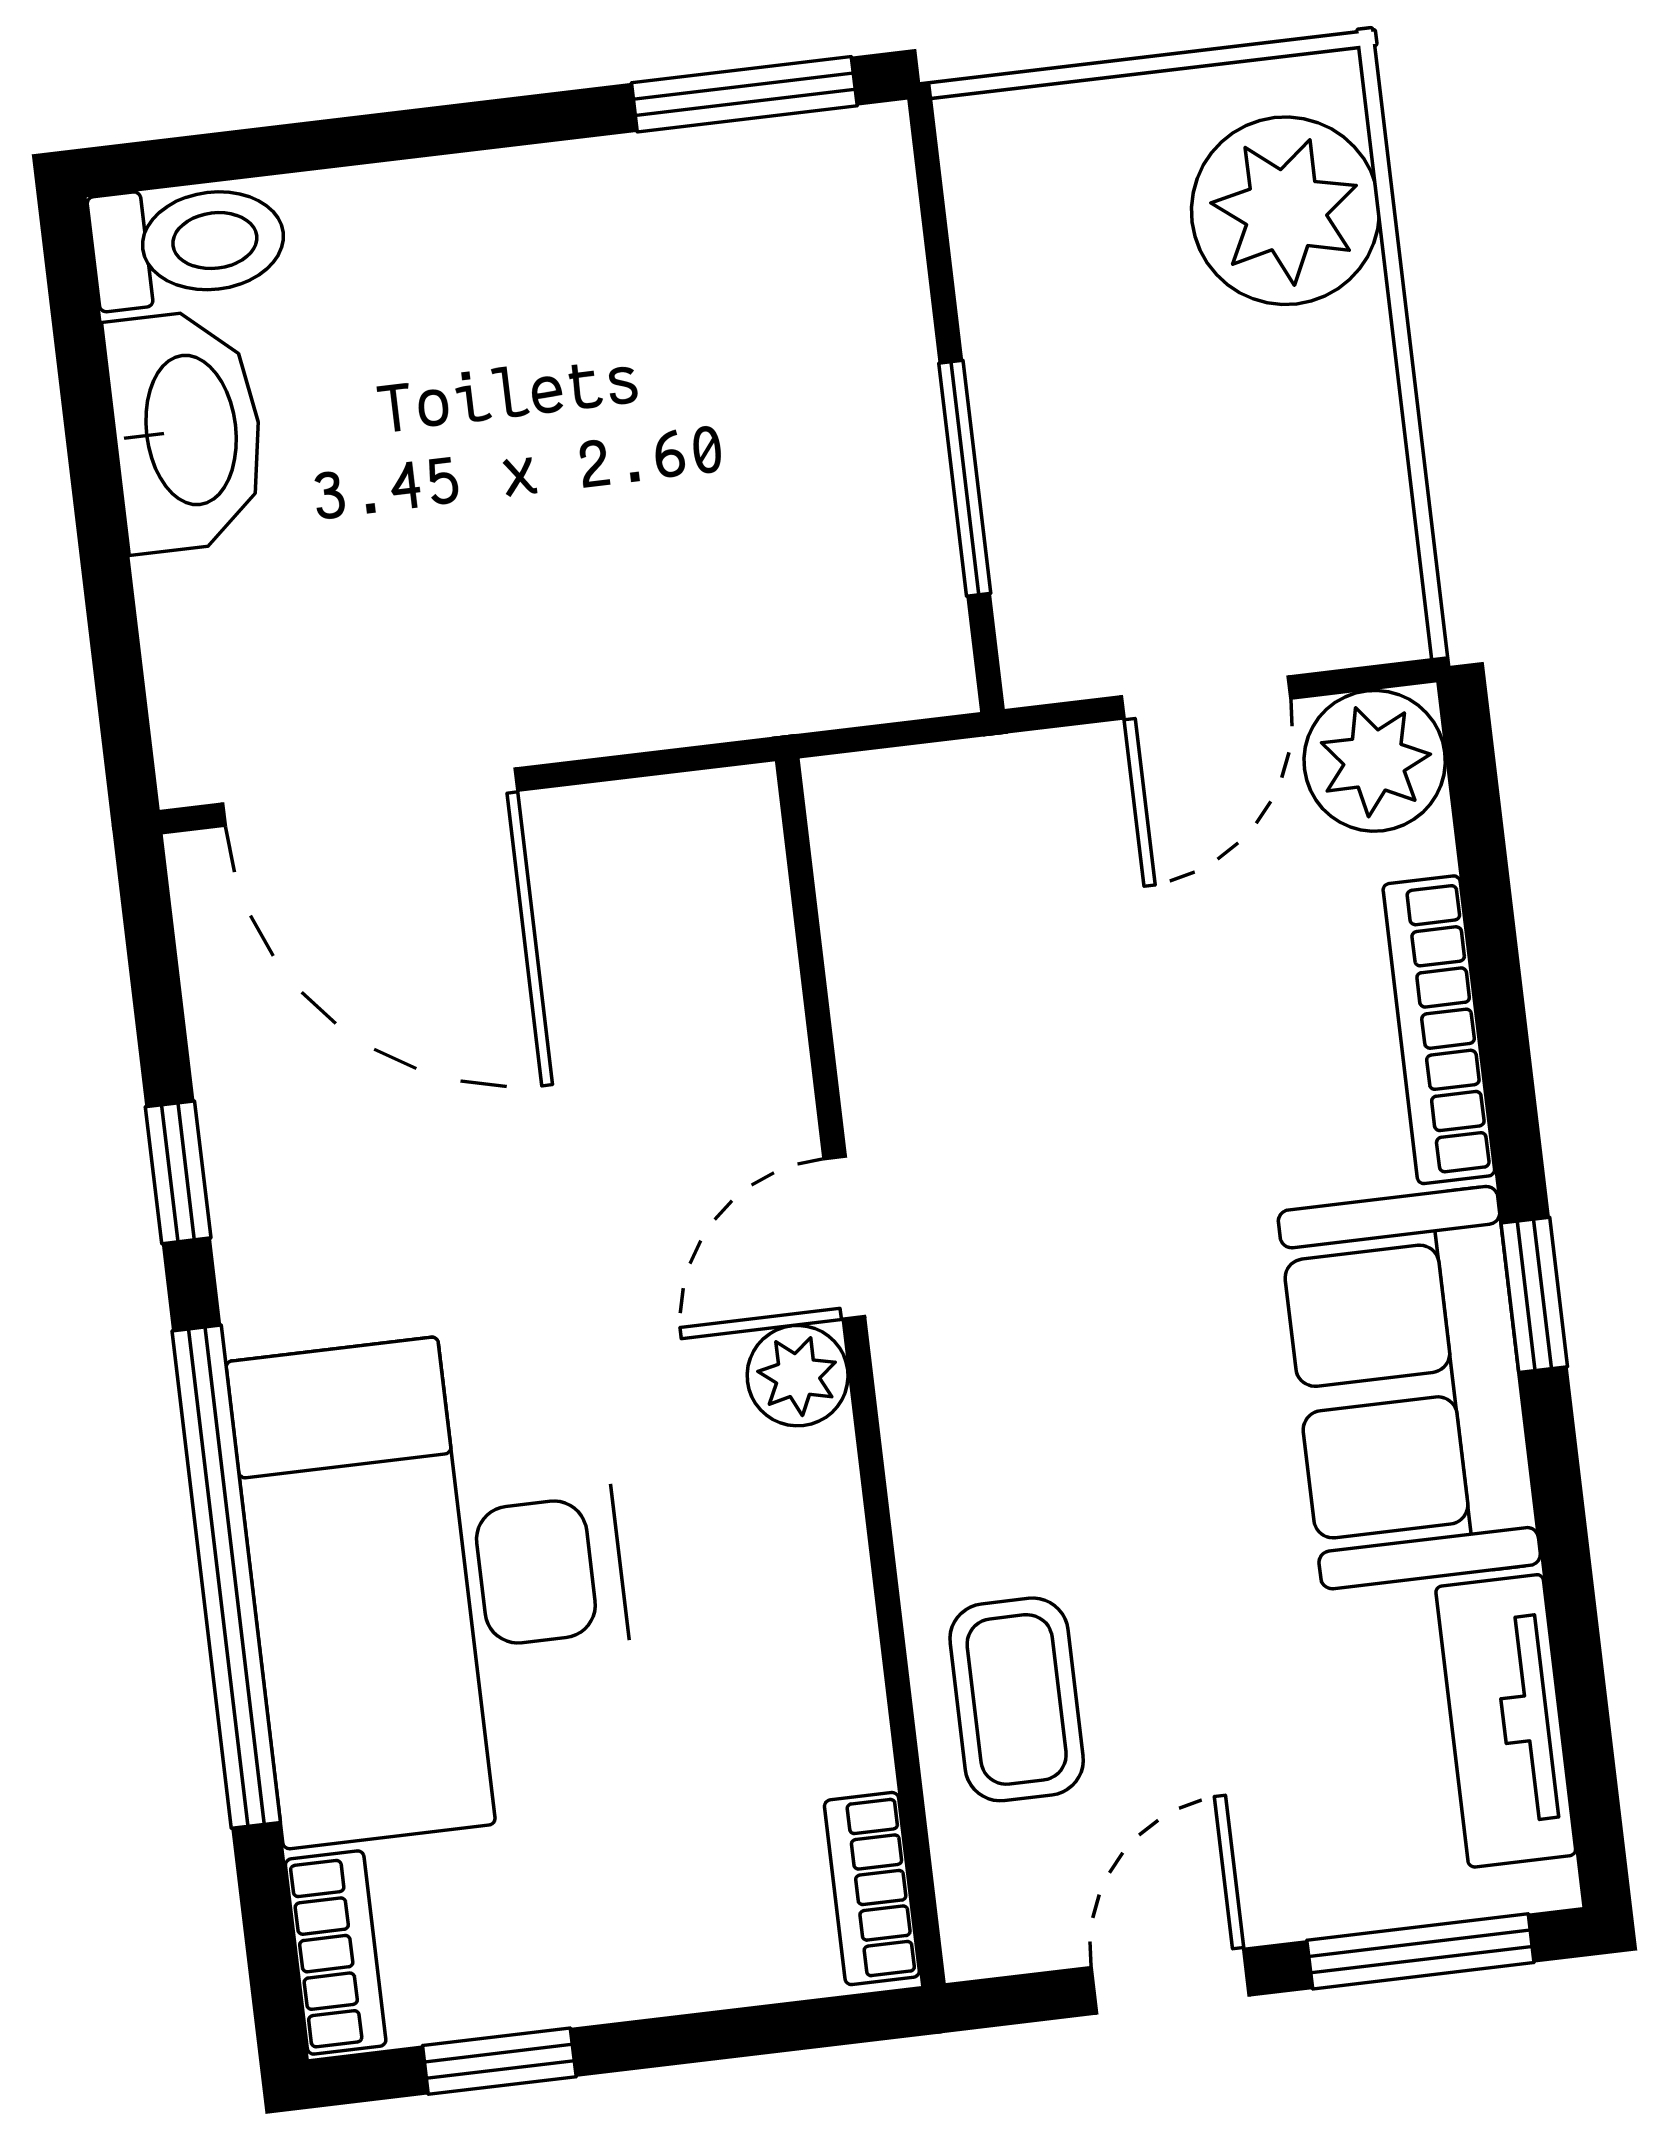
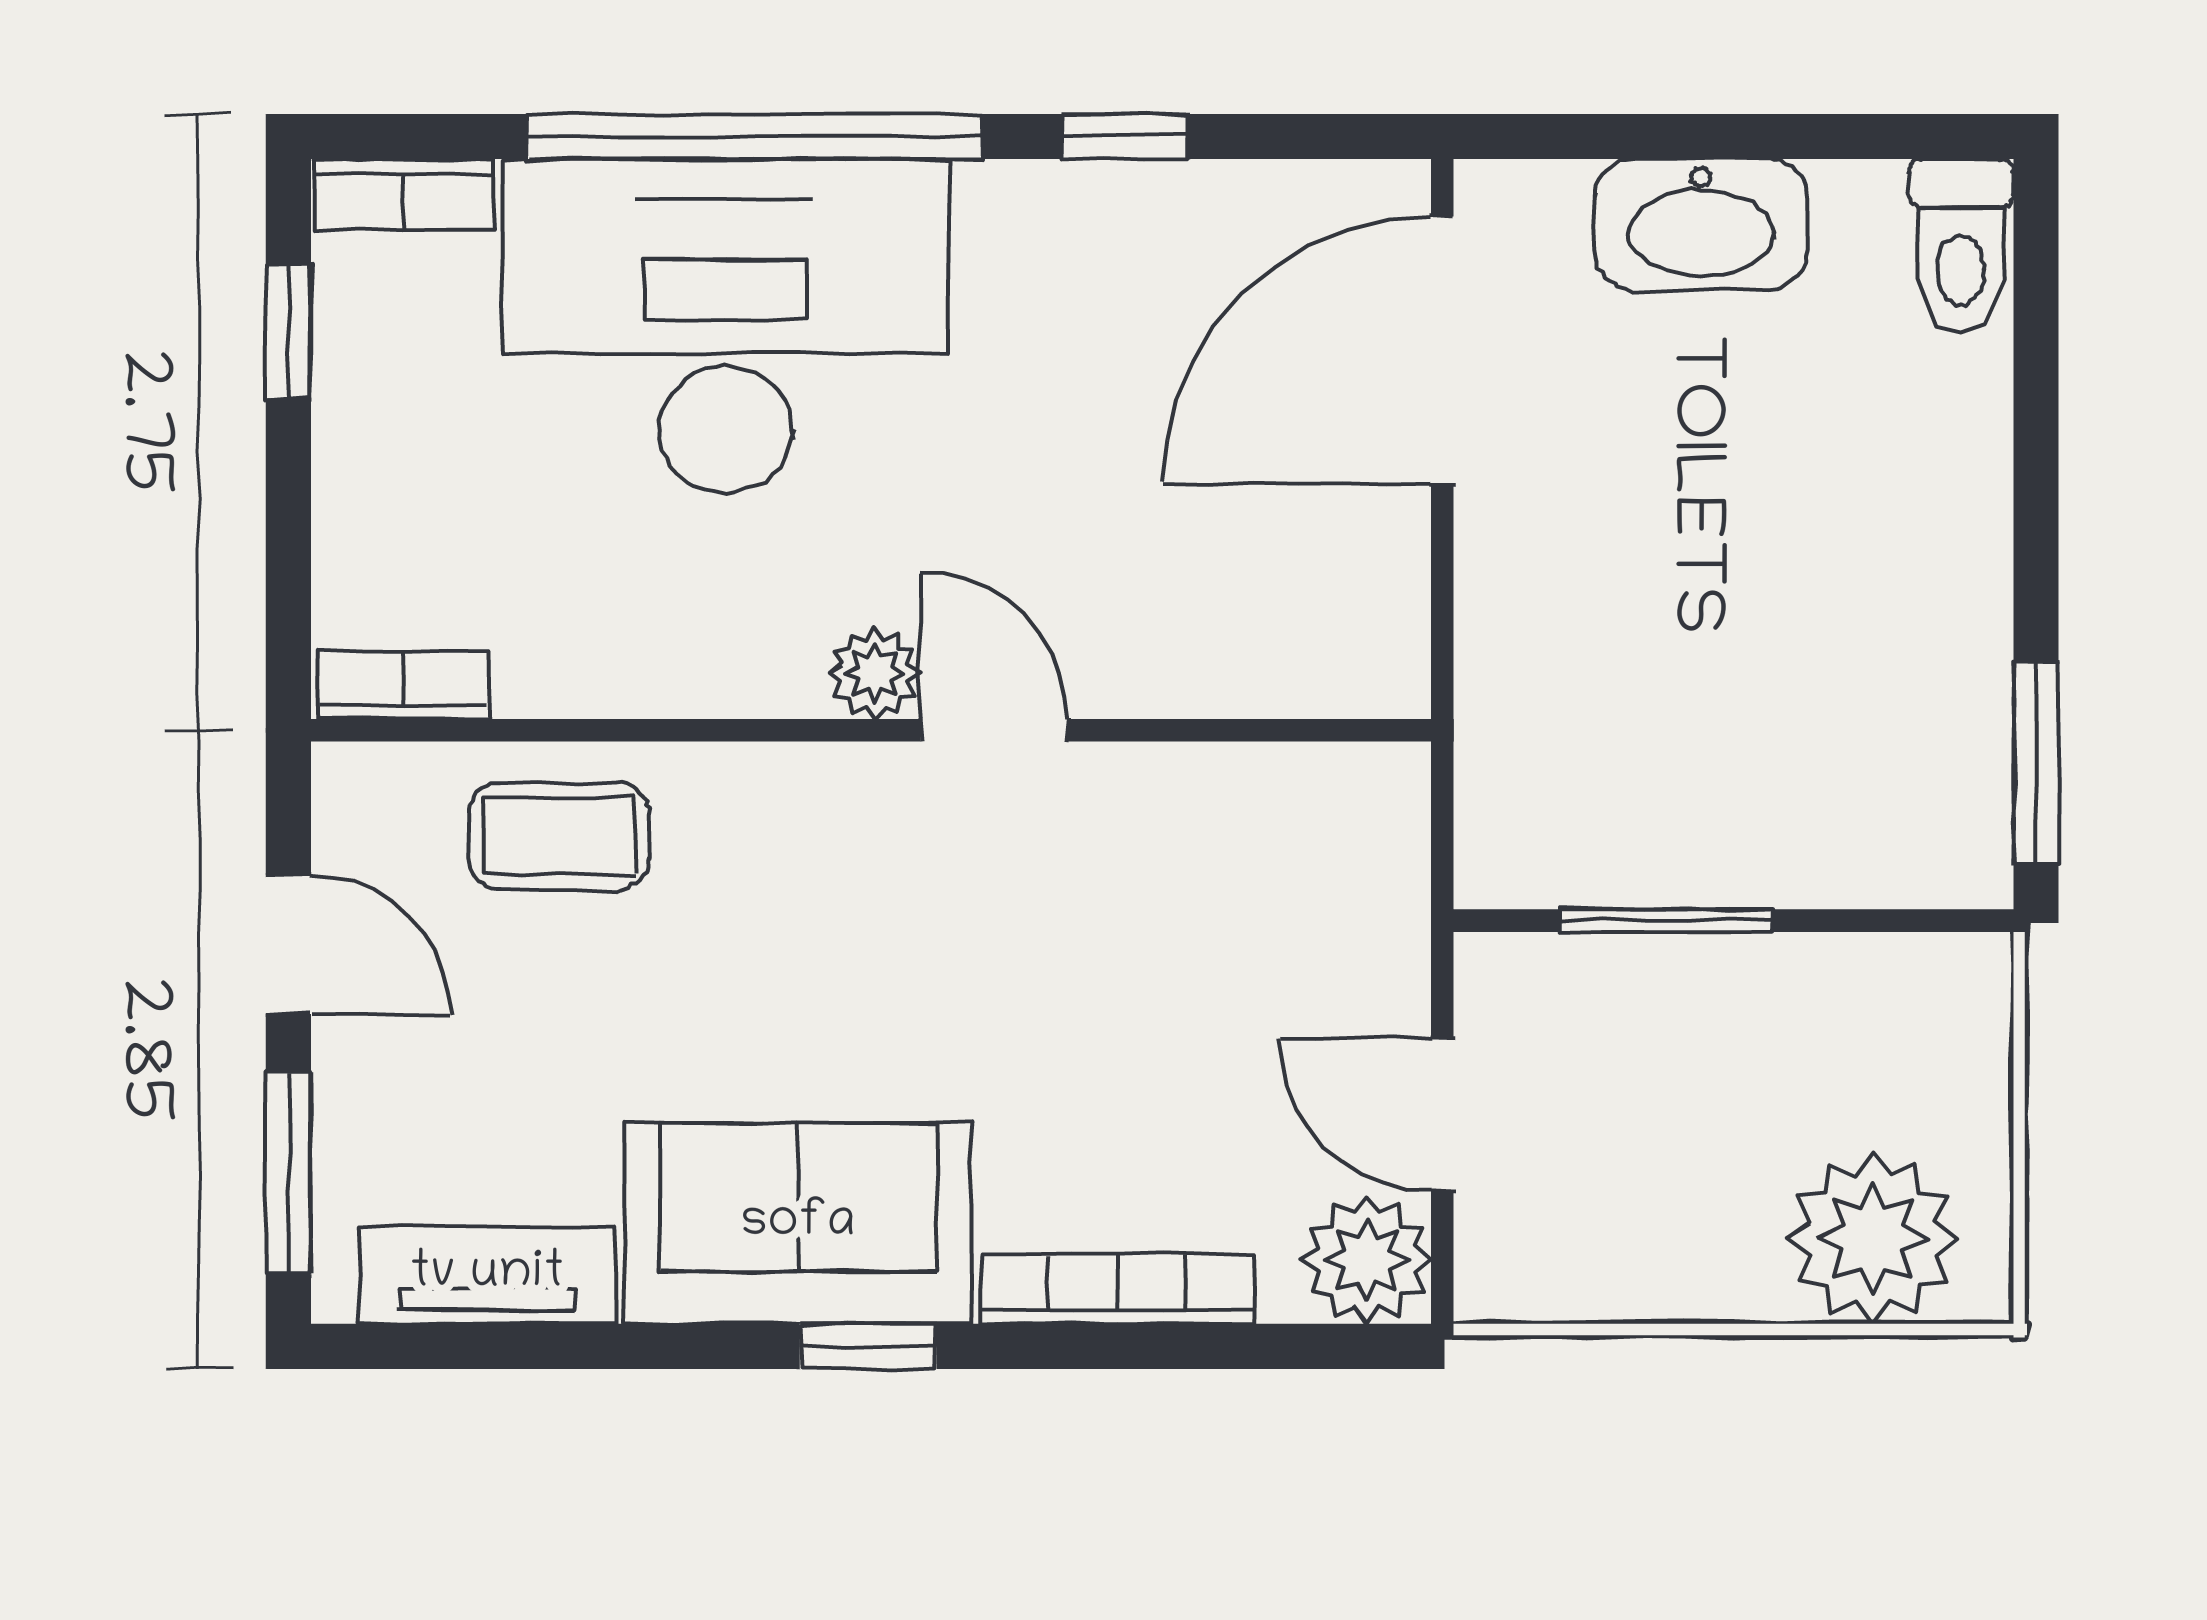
washbasin: (187, 431) -> (1701, 224), moved

